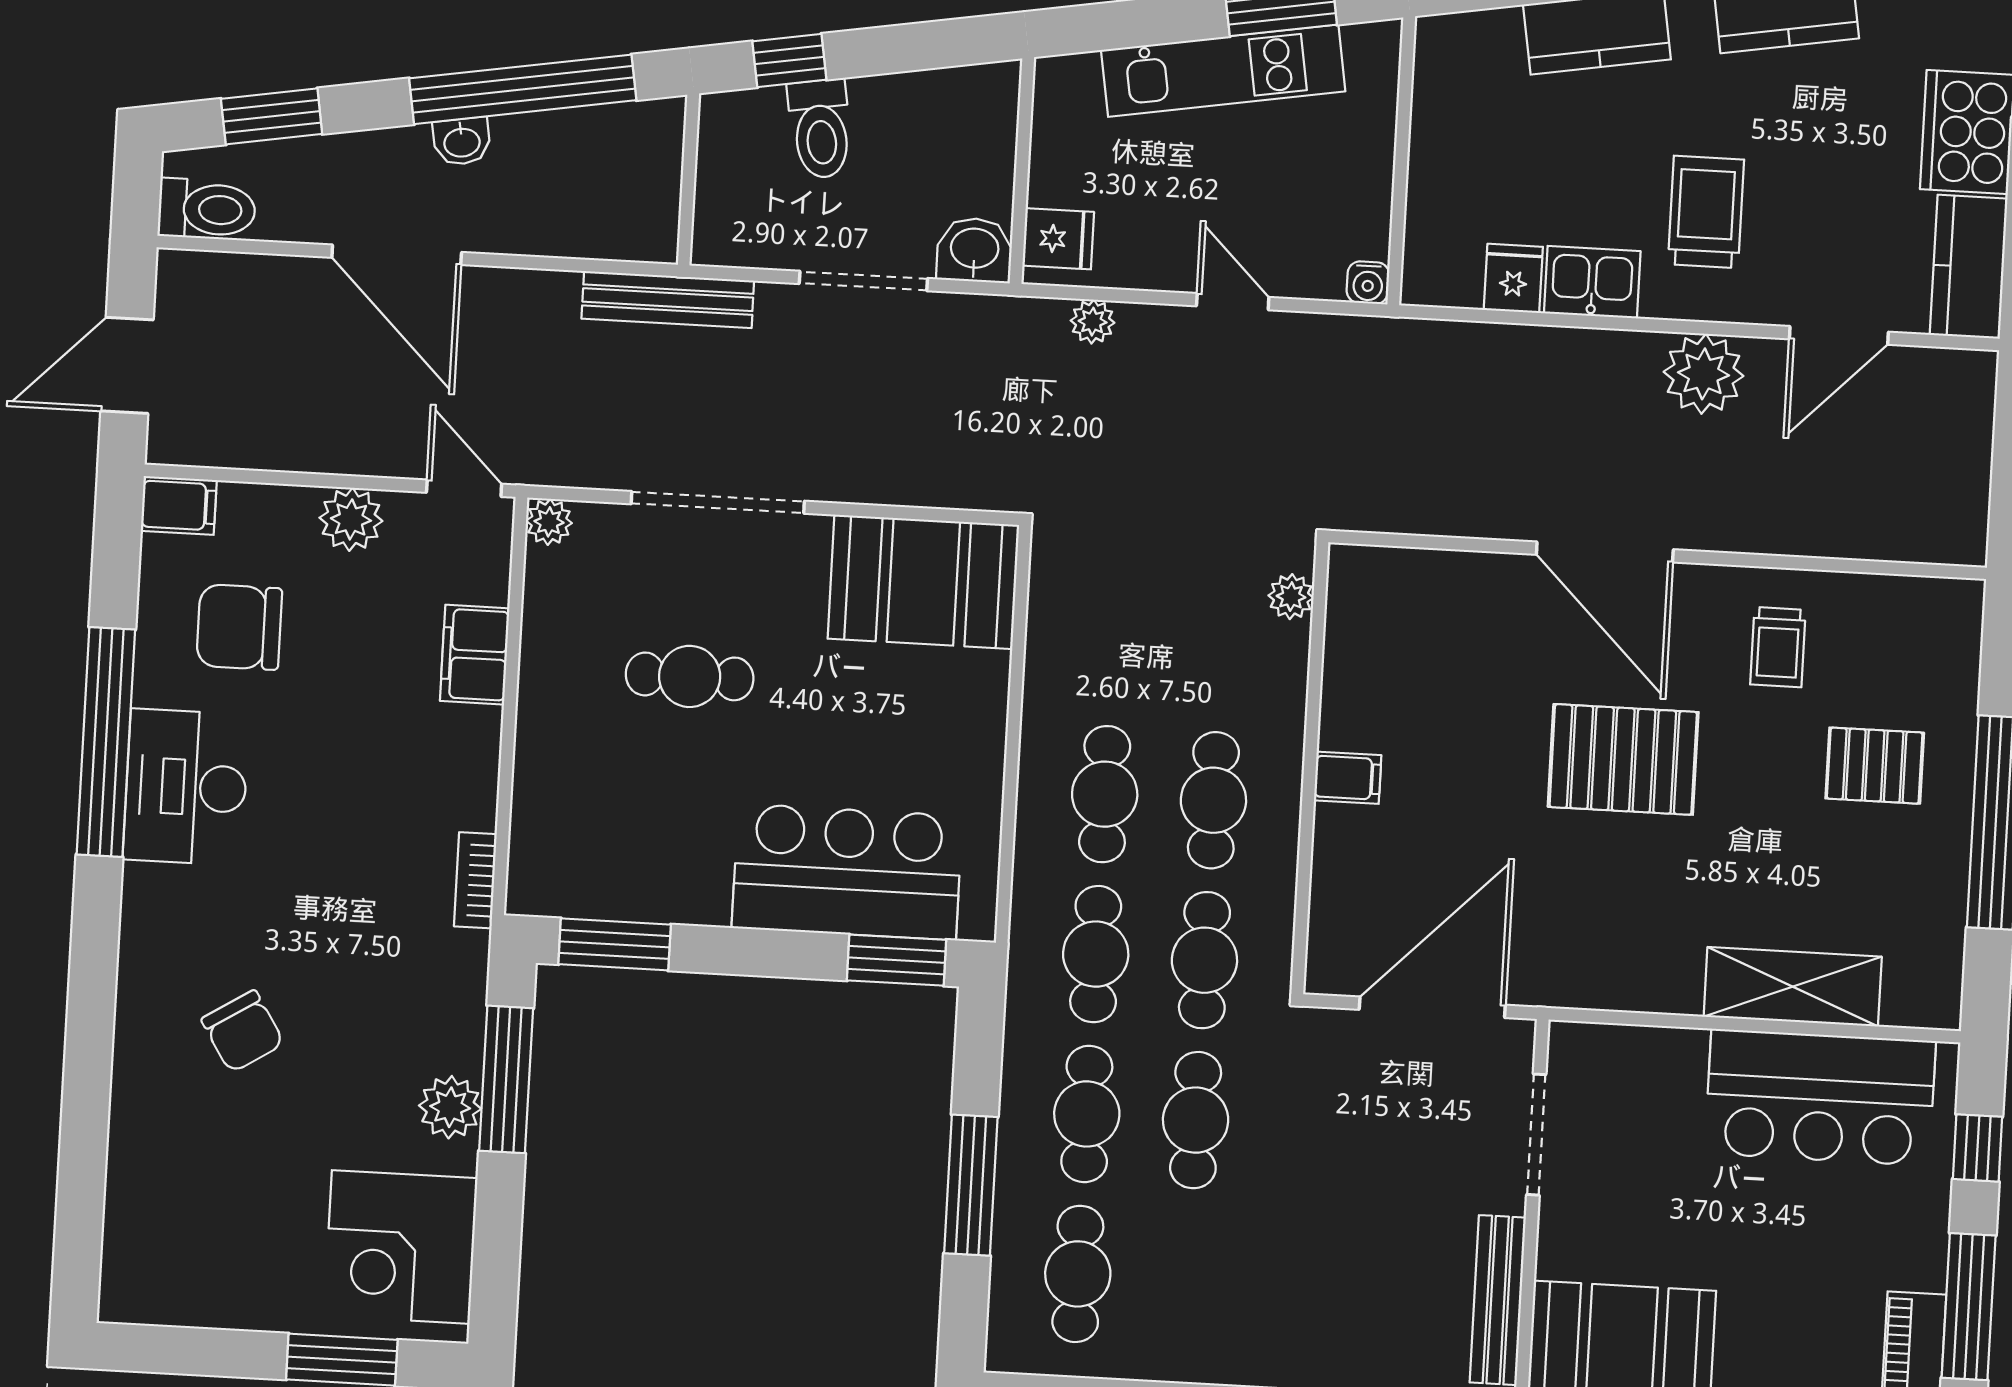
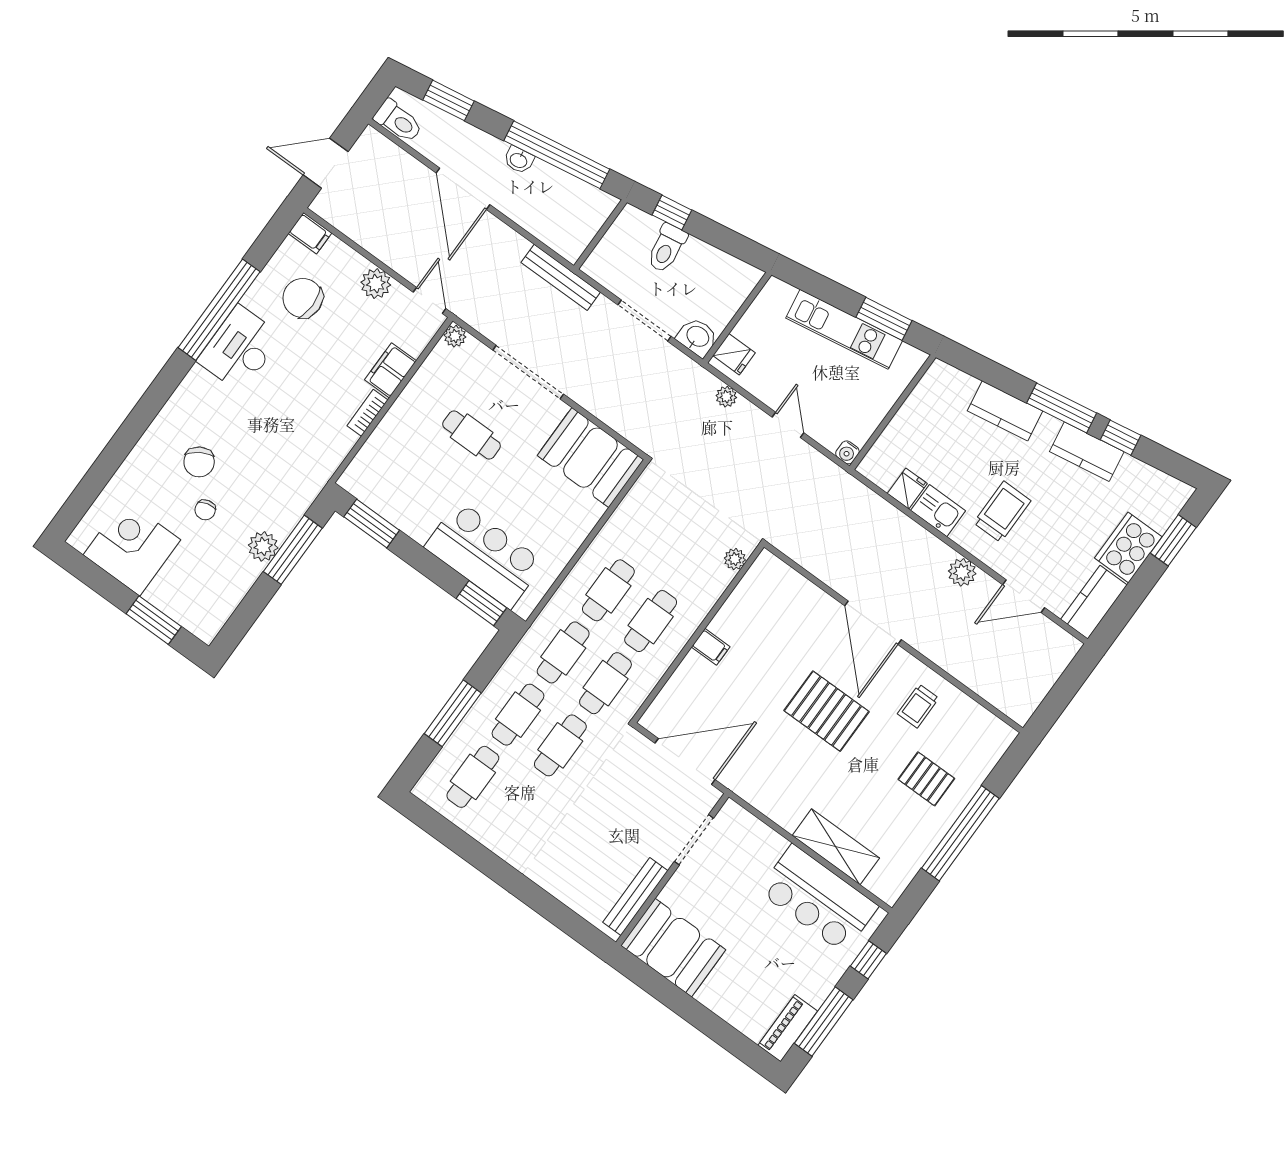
plant: (1704, 374) -> (962, 572), width x0.73, depth x0.73
bookcase: (475, 880) -> (368, 413), moved
chair: (307, 1108) -> (205, 510), added
corner desk: (401, 1247) -> (132, 547), moved, turned 90

